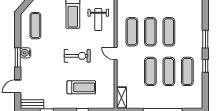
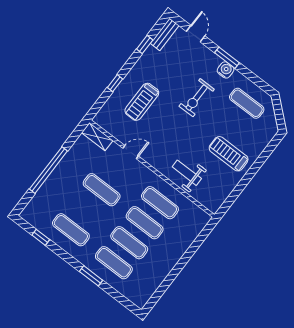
weight bench: (98, 19) -> (187, 173), moved
door: (116, 54) -> (131, 152), moved
exercise bike: (77, 56) -> (197, 98), moved
window: (205, 66) -> (41, 237), moved
exercise mat: (169, 71) -> (114, 263), moved

